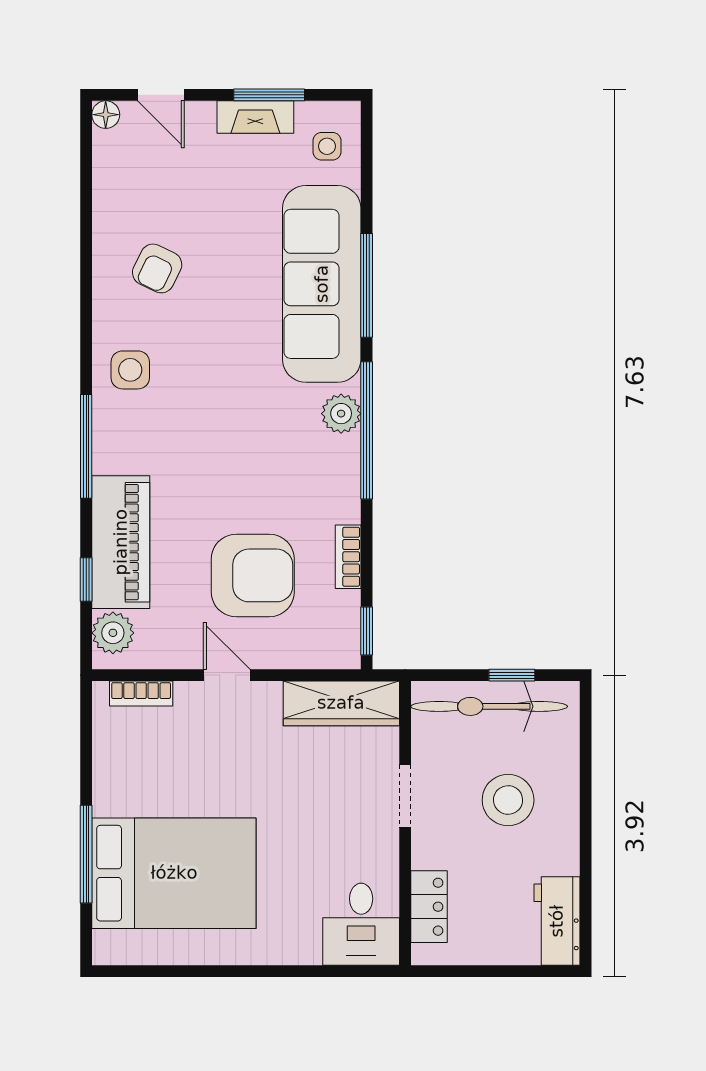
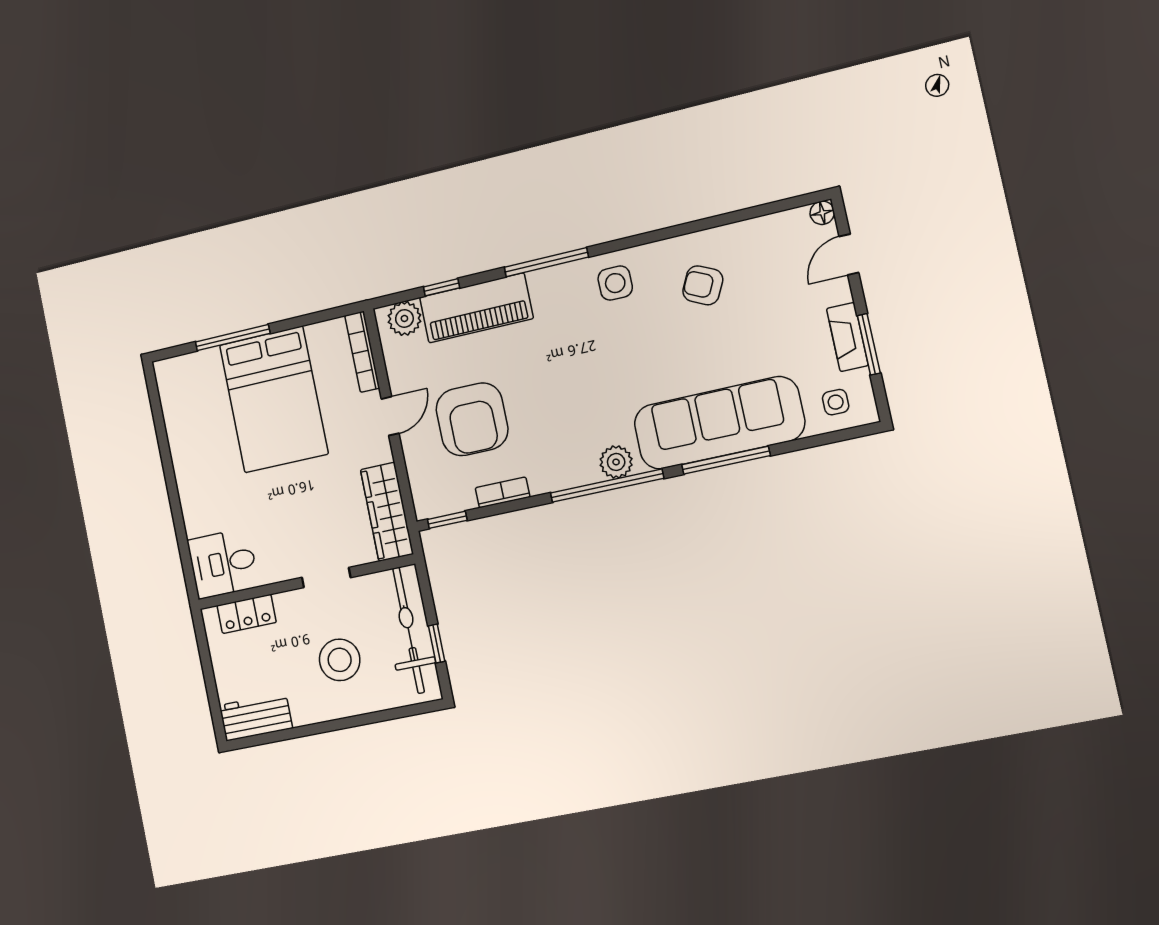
bookcase: (141, 694) -> (362, 352), width x1.56
bed: (174, 873) -> (274, 399), moved

